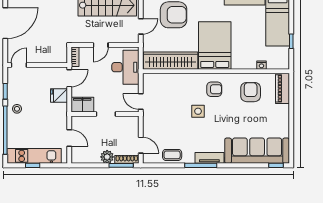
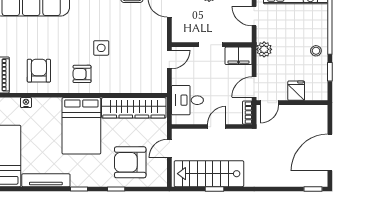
door: (19, 65) -> (269, 103), moved
desk: (125, 67) -> (187, 100), width x0.73
armchair: (251, 92) -> (39, 71), turned 180
fridge: (59, 96) -> (296, 91), moved, turned -90
door: (141, 102) -> (169, 59), hinge flipped
plant: (61, 110) -> (264, 49), added

